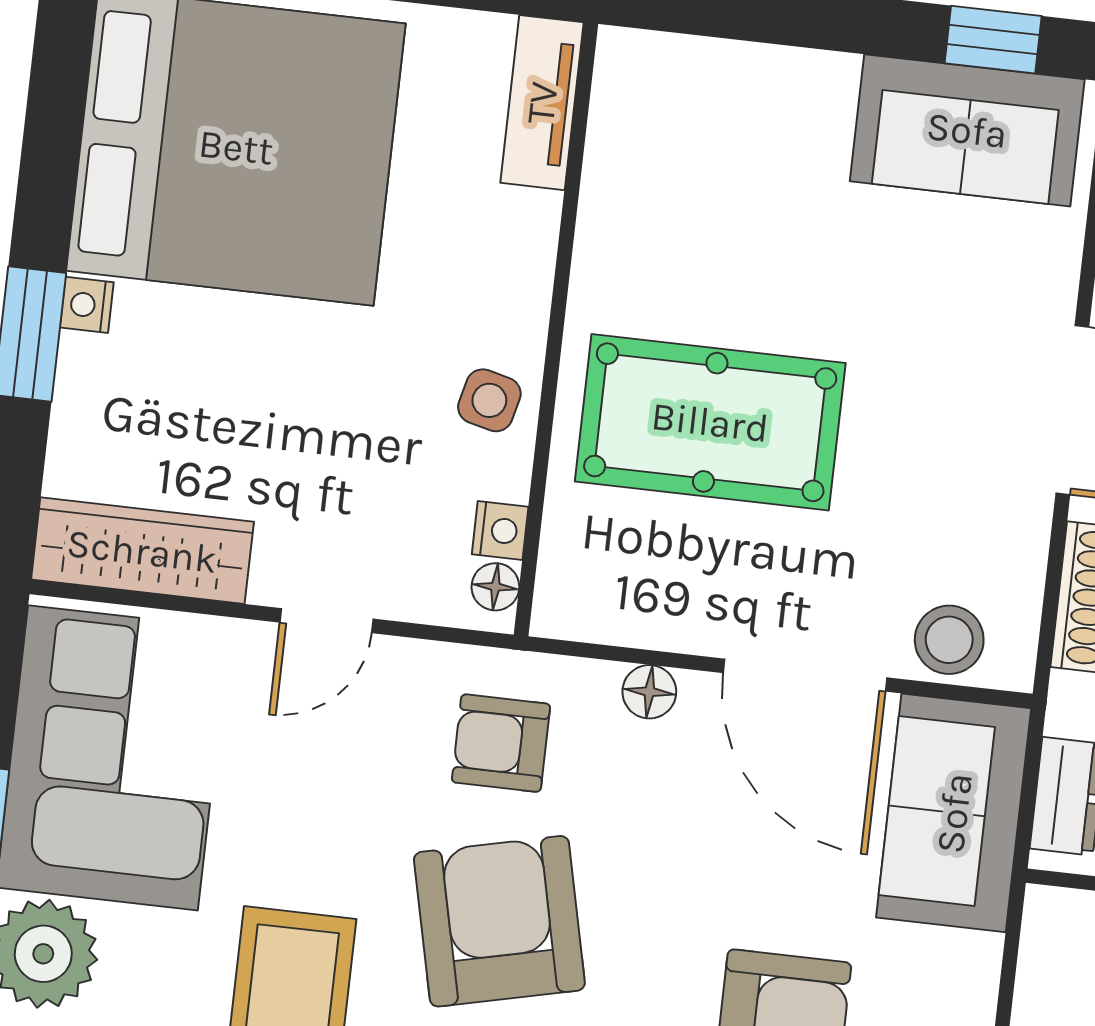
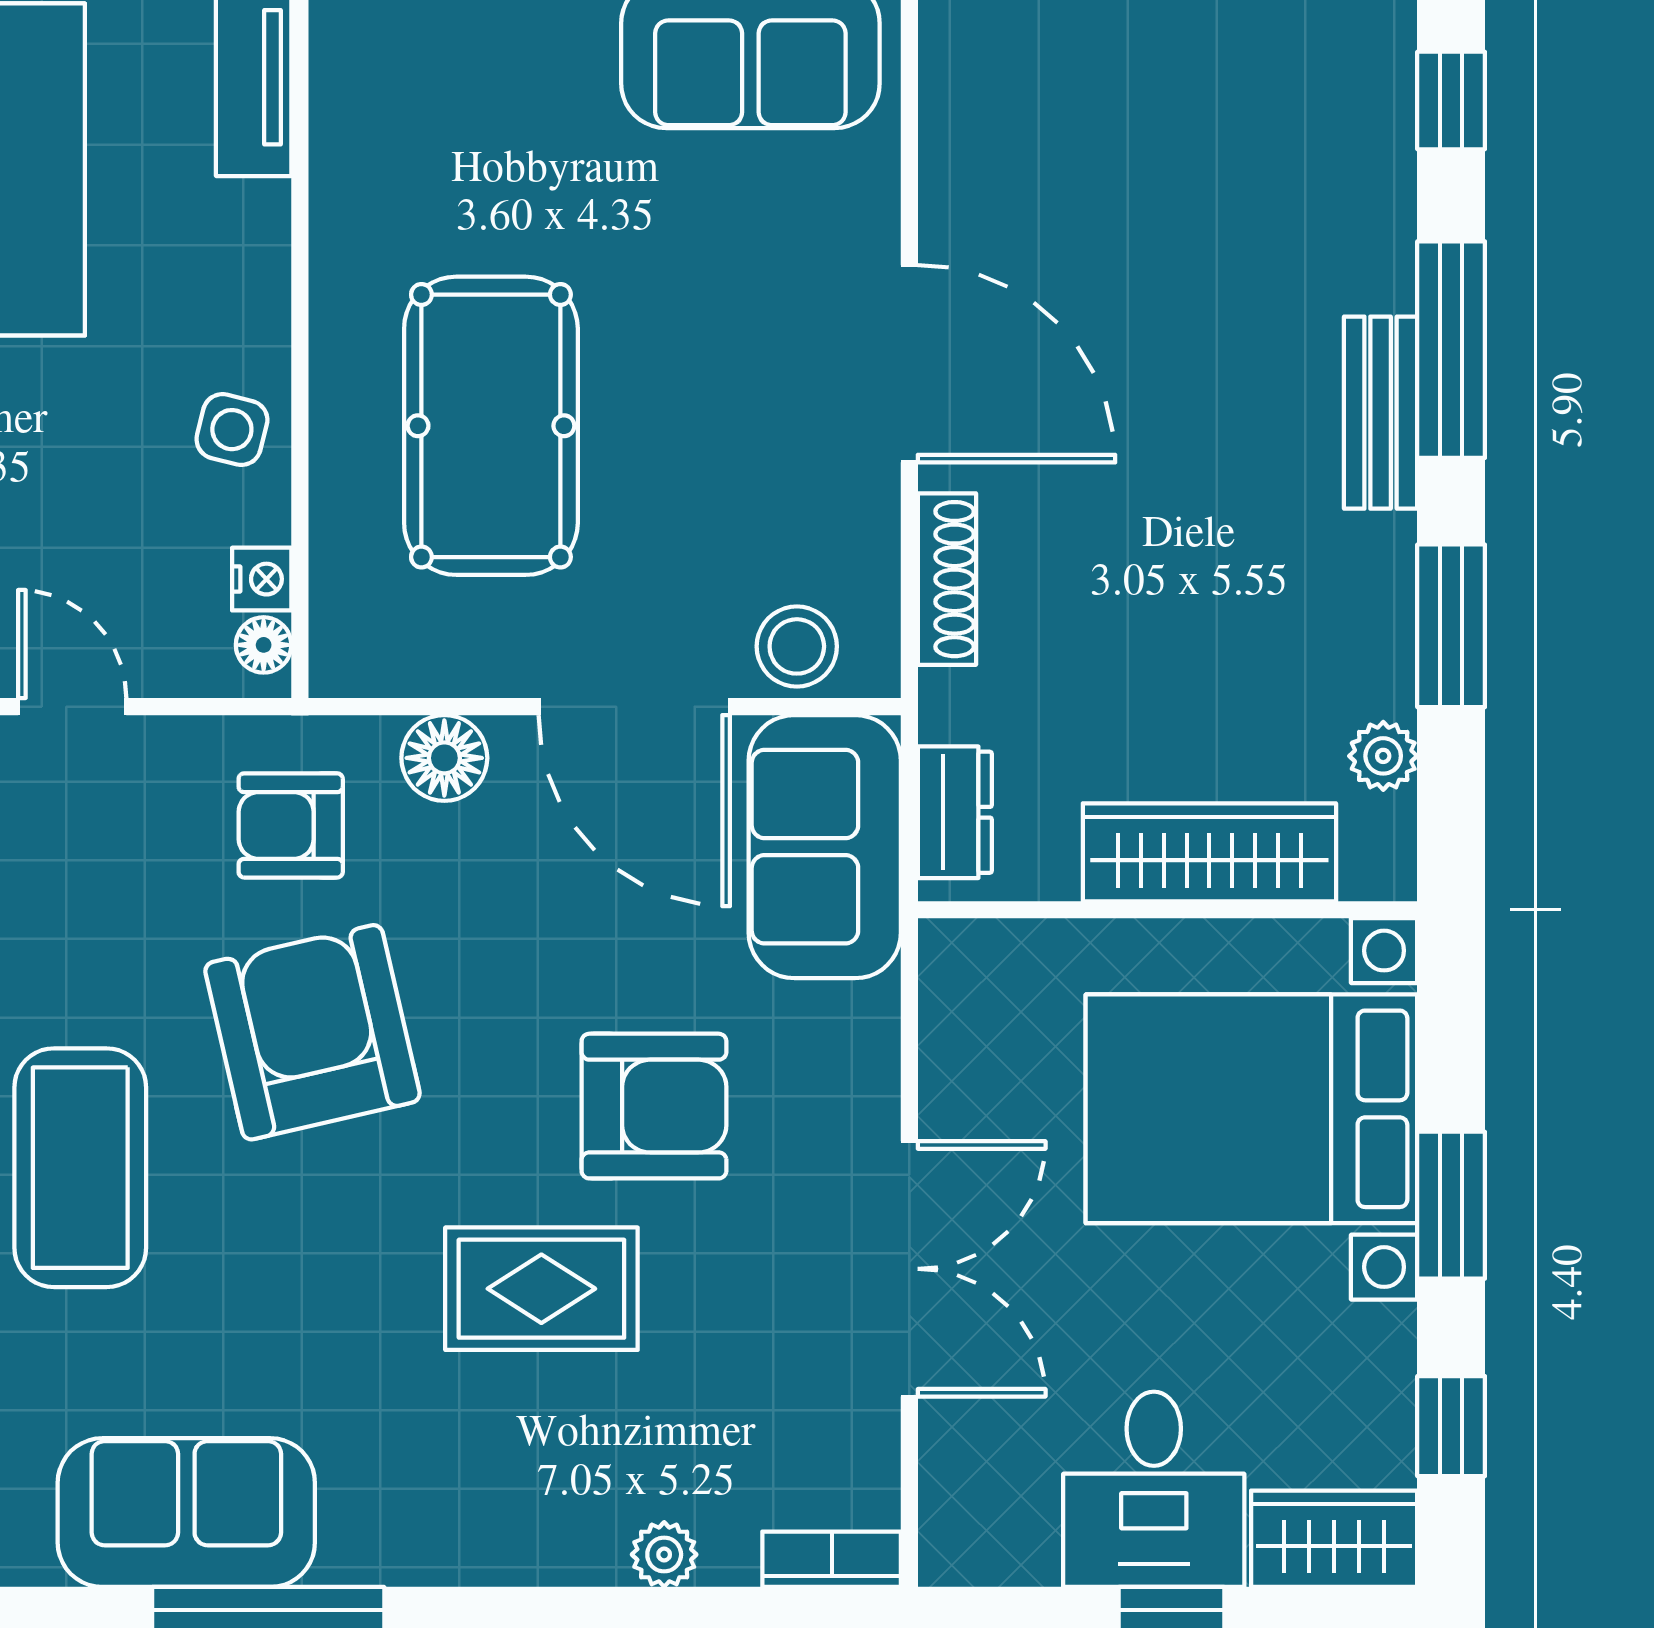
pool table: (710, 422) -> (491, 426), turned 90
door: (326, 621) -> (72, 707), swing flipped
floor lamp: (649, 692) -> (444, 758), width x1.37, depth x1.37

